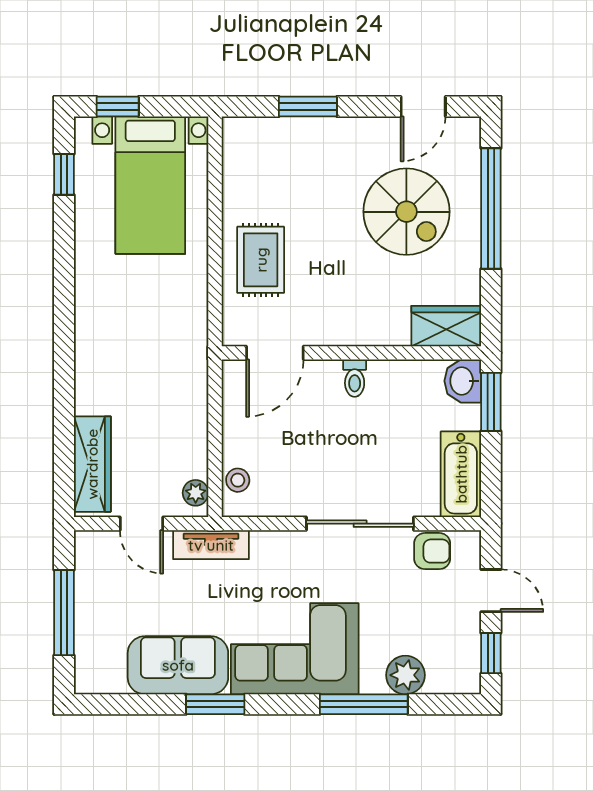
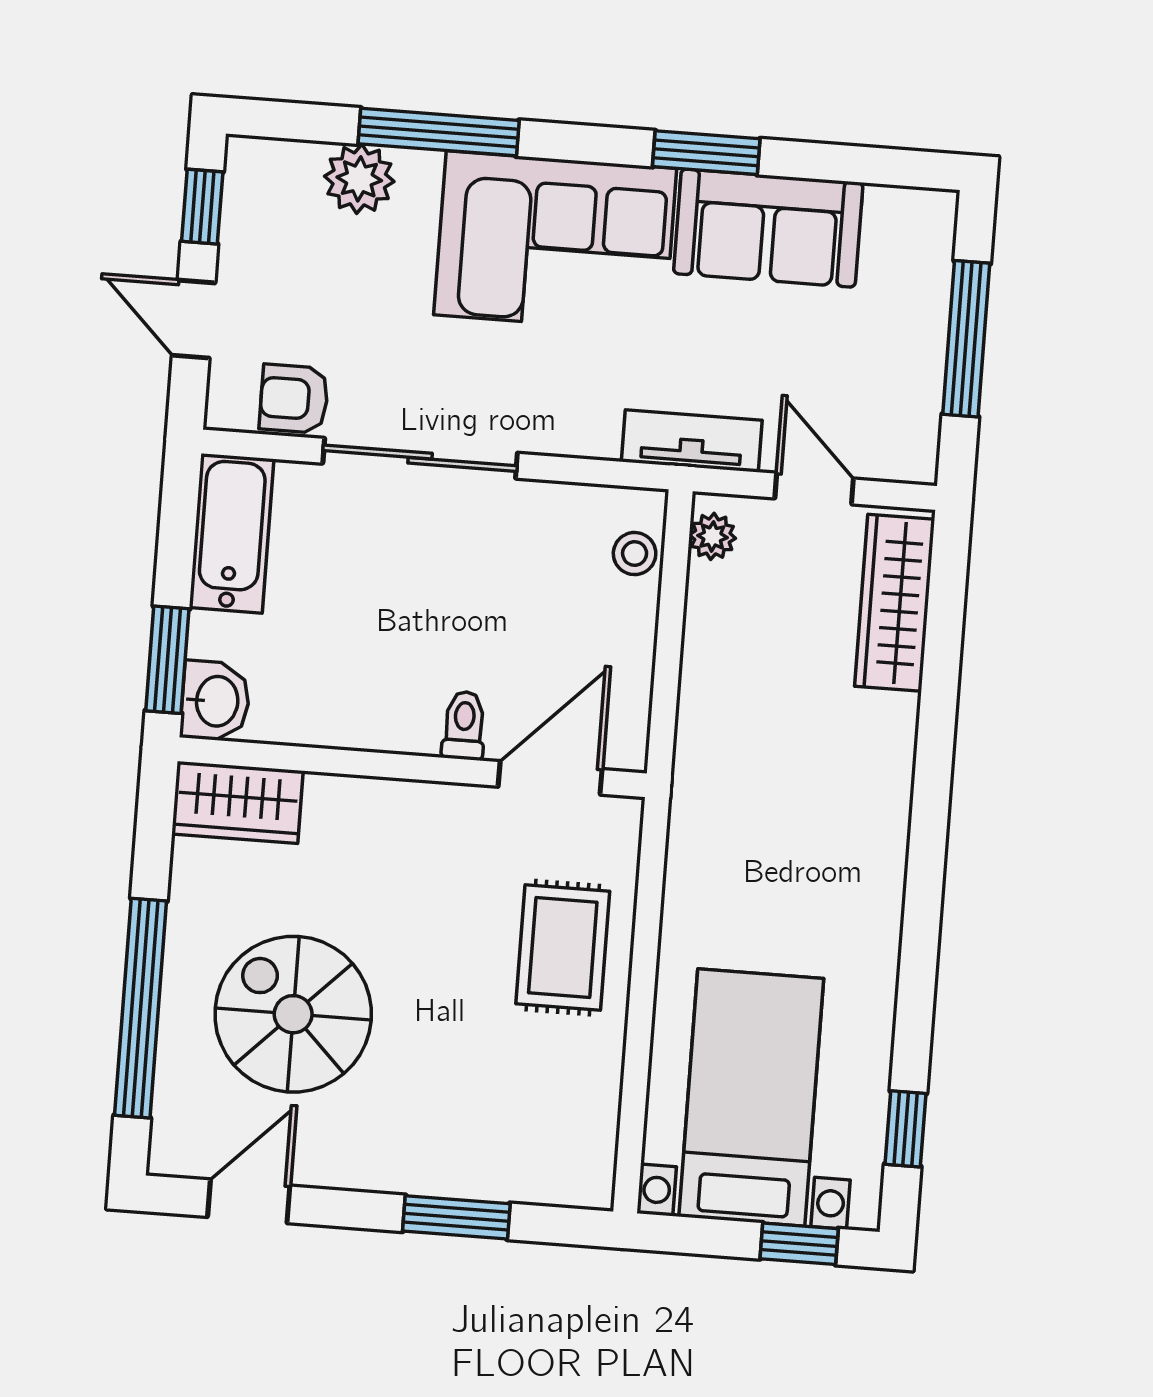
toilet: (355, 378) -> (464, 725), moved

